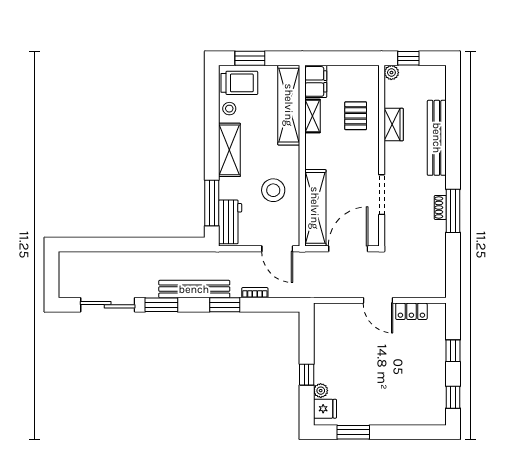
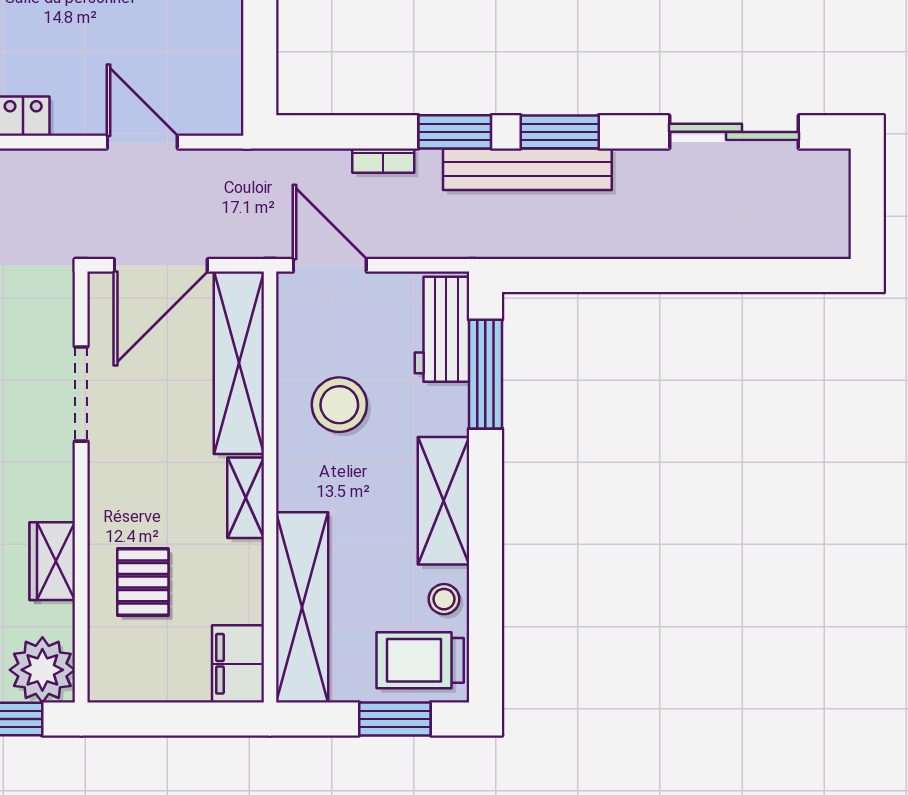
plant: (391, 73) -> (42, 670), width x1.87, depth x1.87
shelving: (313, 116) -> (246, 498), moved
door: (378, 300) -> (142, 142), moved
window: (161, 305) -> (560, 132), moved

